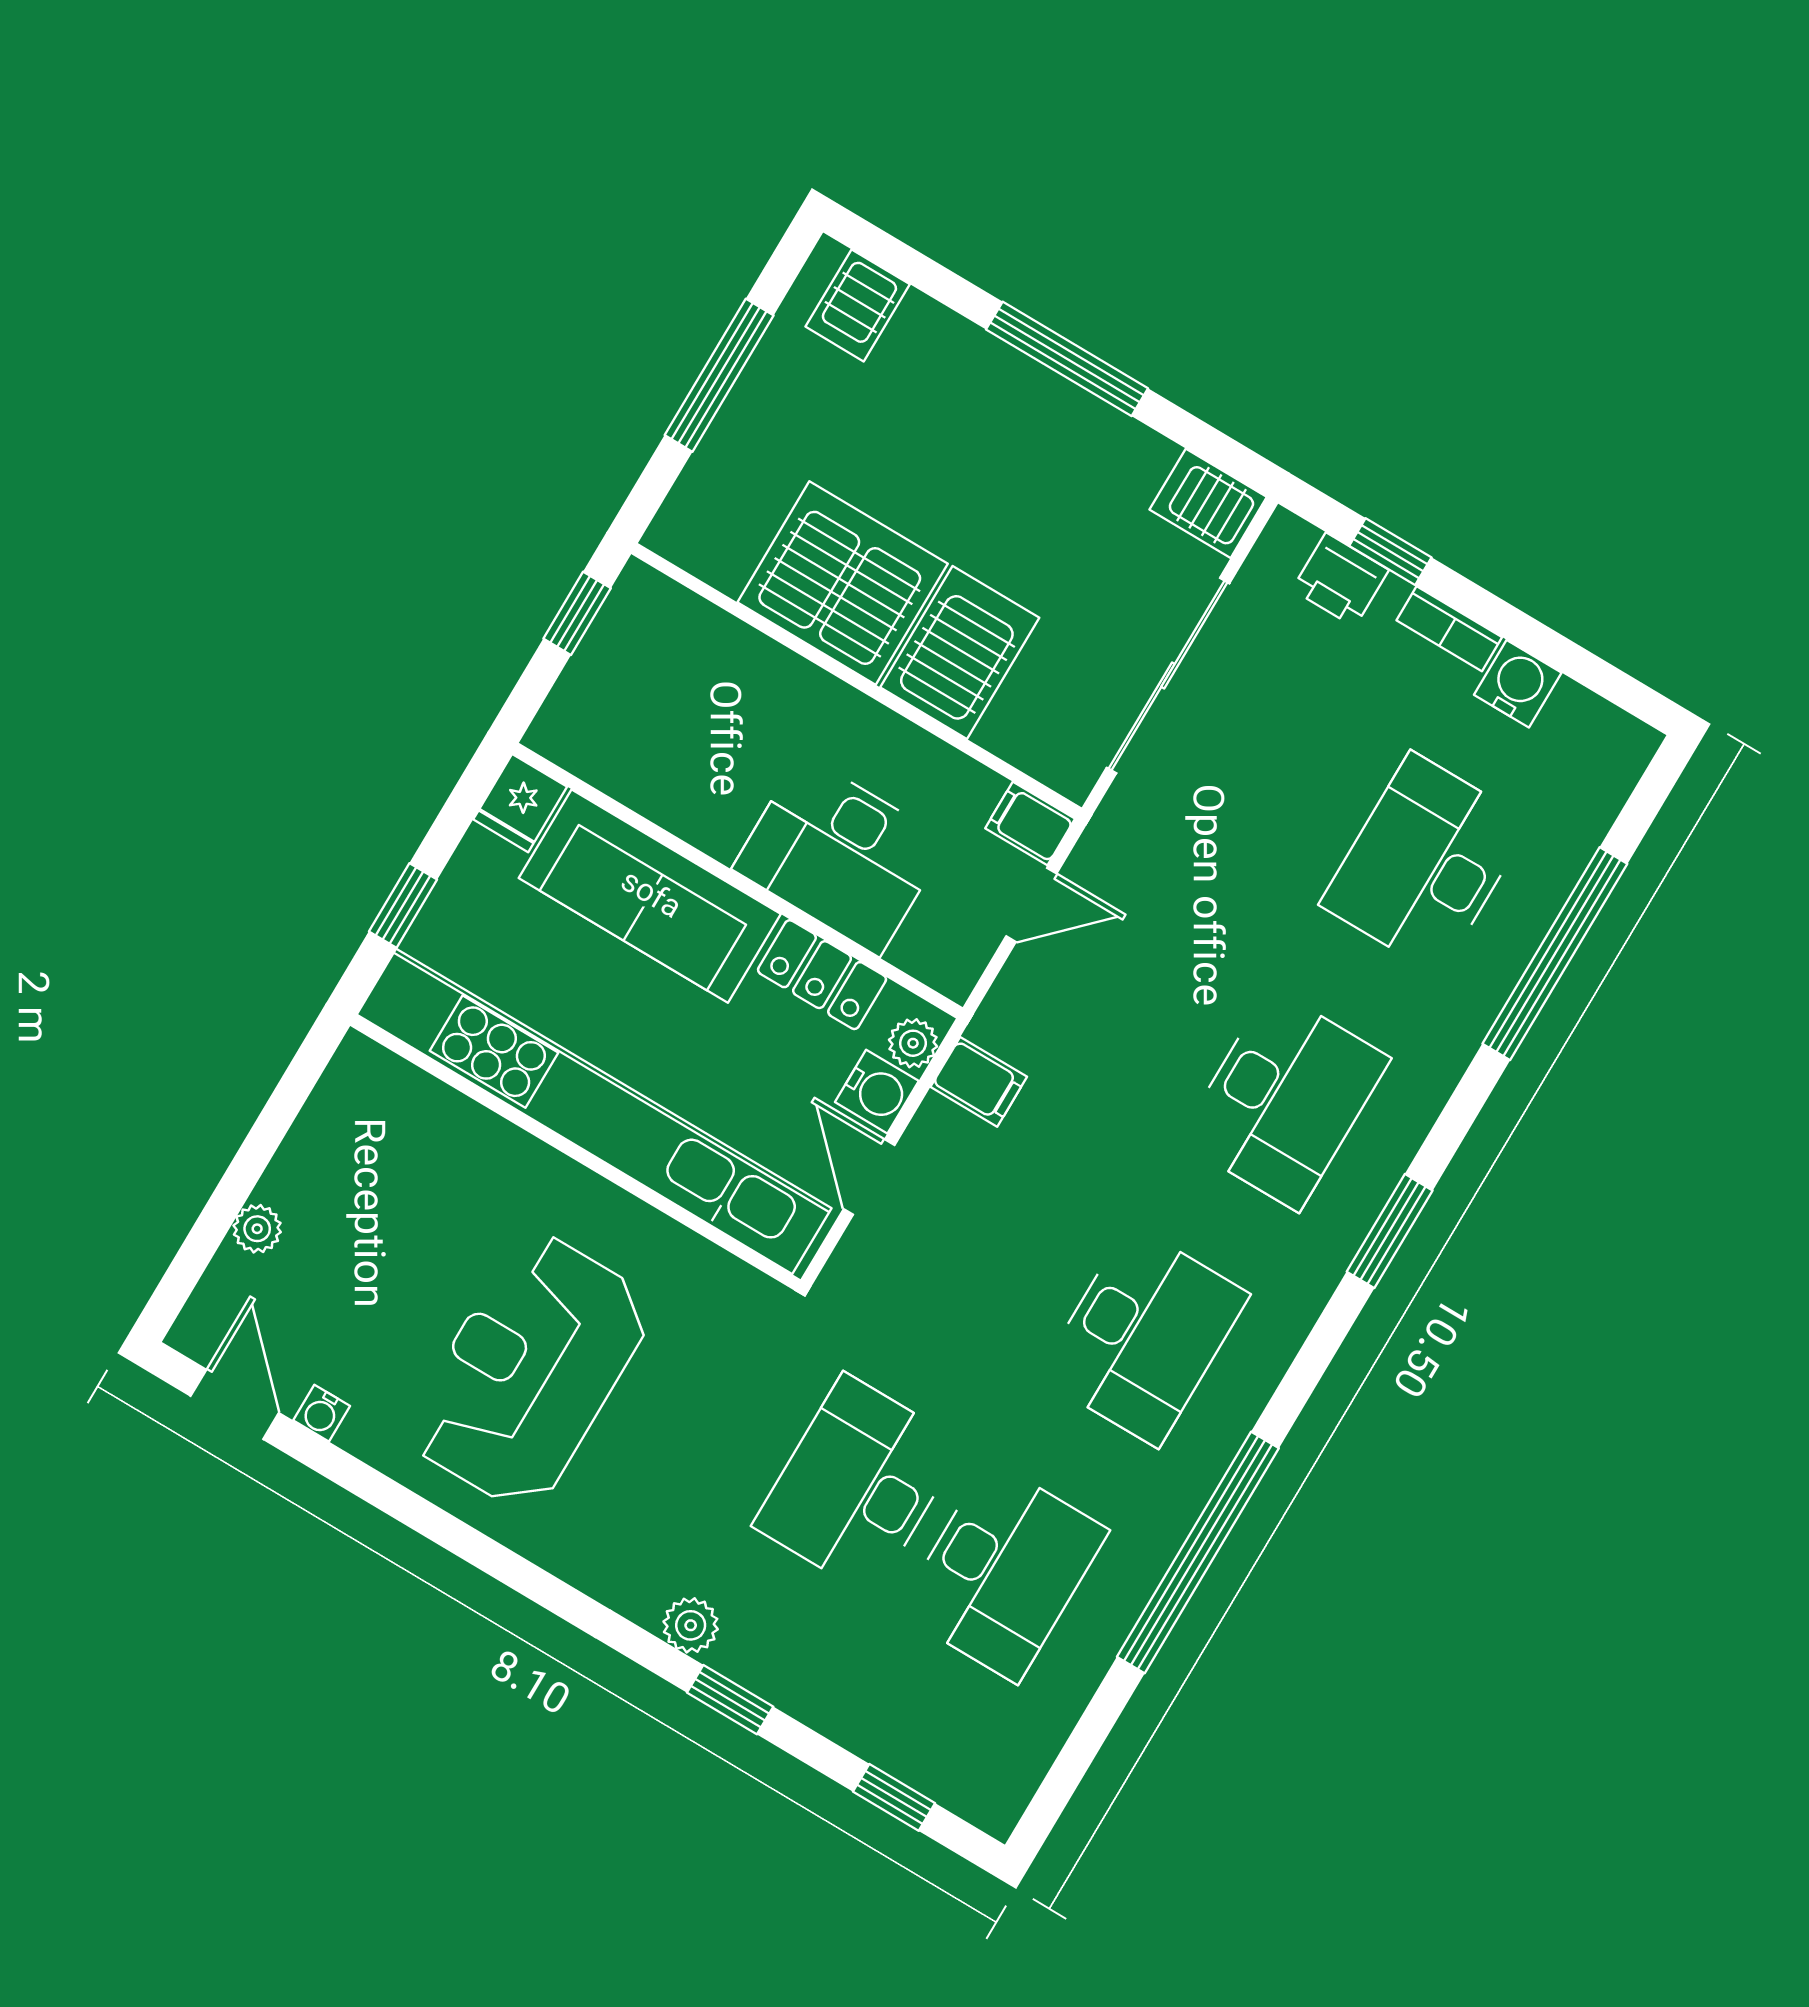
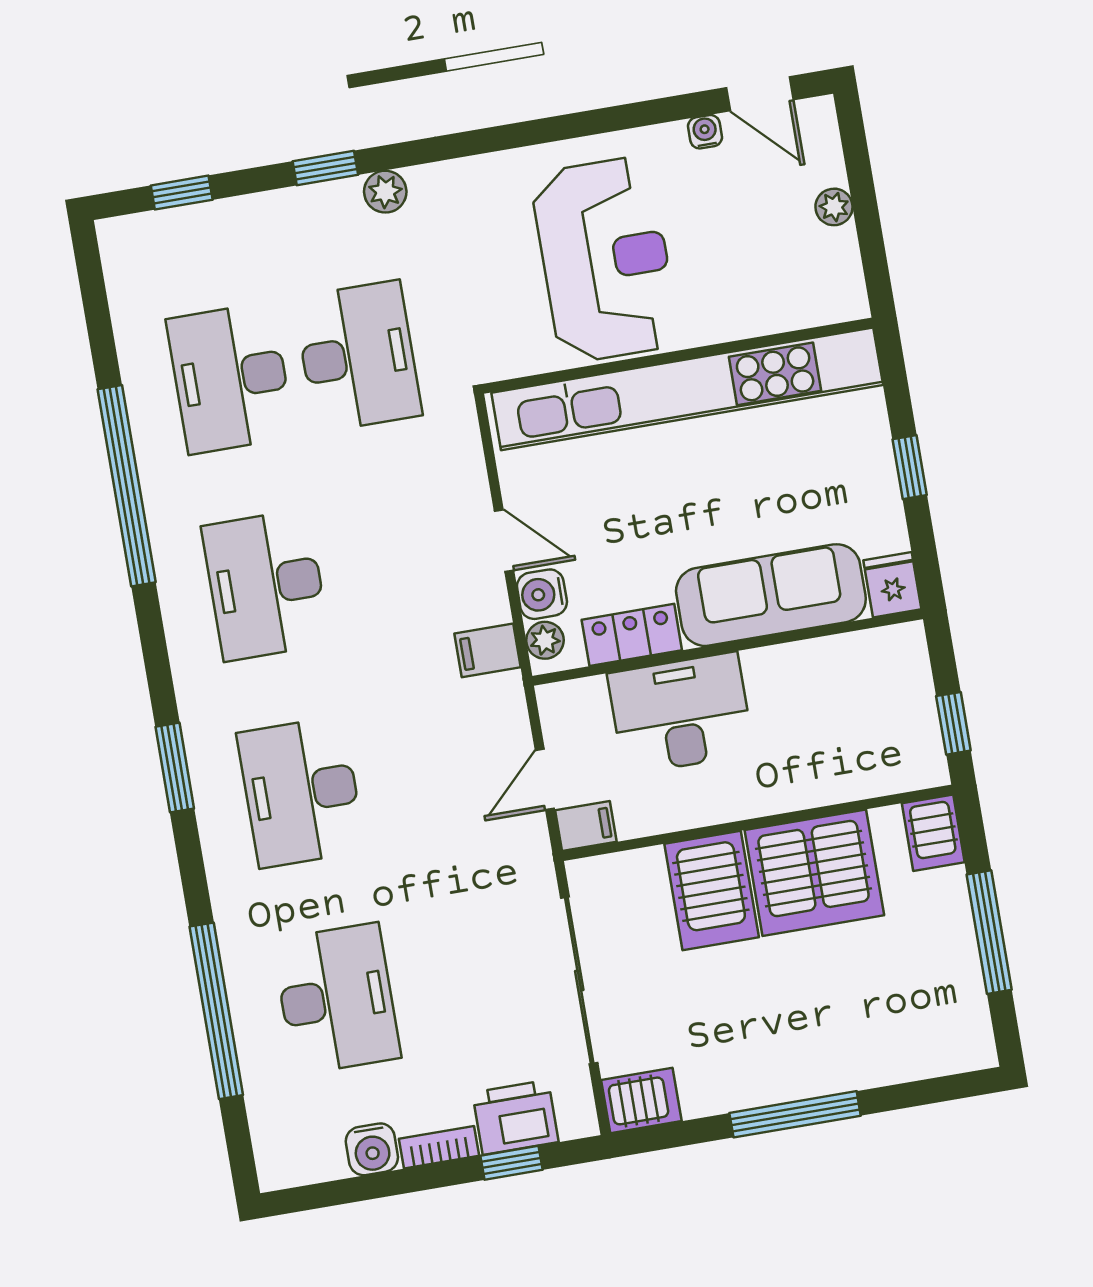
server rack: (858, 305) -> (933, 833), moved, turned 180
printer: (1340, 580) -> (515, 1117), width x1.36, depth x1.24
kitchen unit: (594, 1111) -> (687, 389), moved
wall: (575, 1152) -> (678, 356), moved

